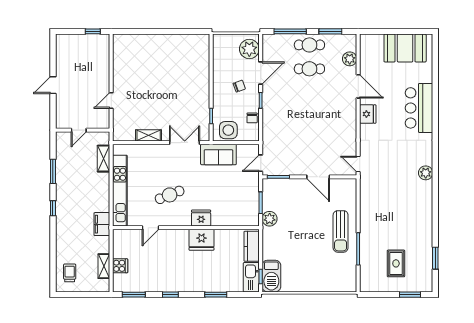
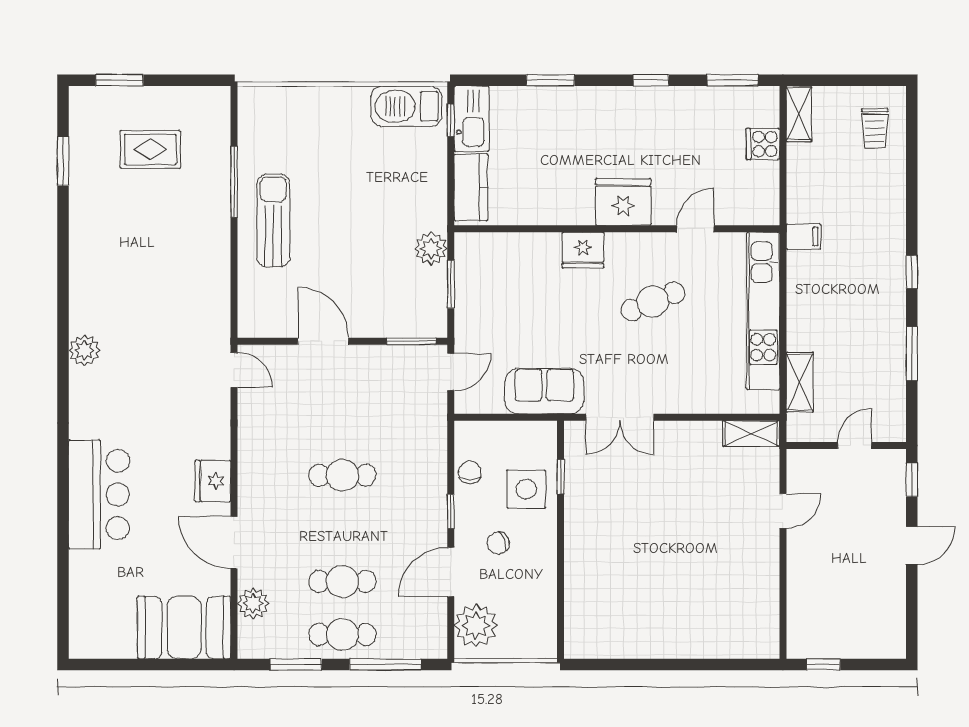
booth: (405, 48) -> (184, 628), moved
window: (53, 115) -> (912, 480), added
cafe table: (309, 117) -> (342, 475), added
side table: (228, 130) -> (526, 489), moved
shelving: (149, 135) -> (751, 433), moved
filing cabinet: (102, 224) -> (803, 237), width x0.50
fridge: (201, 240) -> (623, 202), moved
rug: (396, 263) -> (150, 149), turned 90
shelving: (104, 266) -> (799, 114), moved
barbecue: (271, 276) -> (406, 106), moved, turned -90

